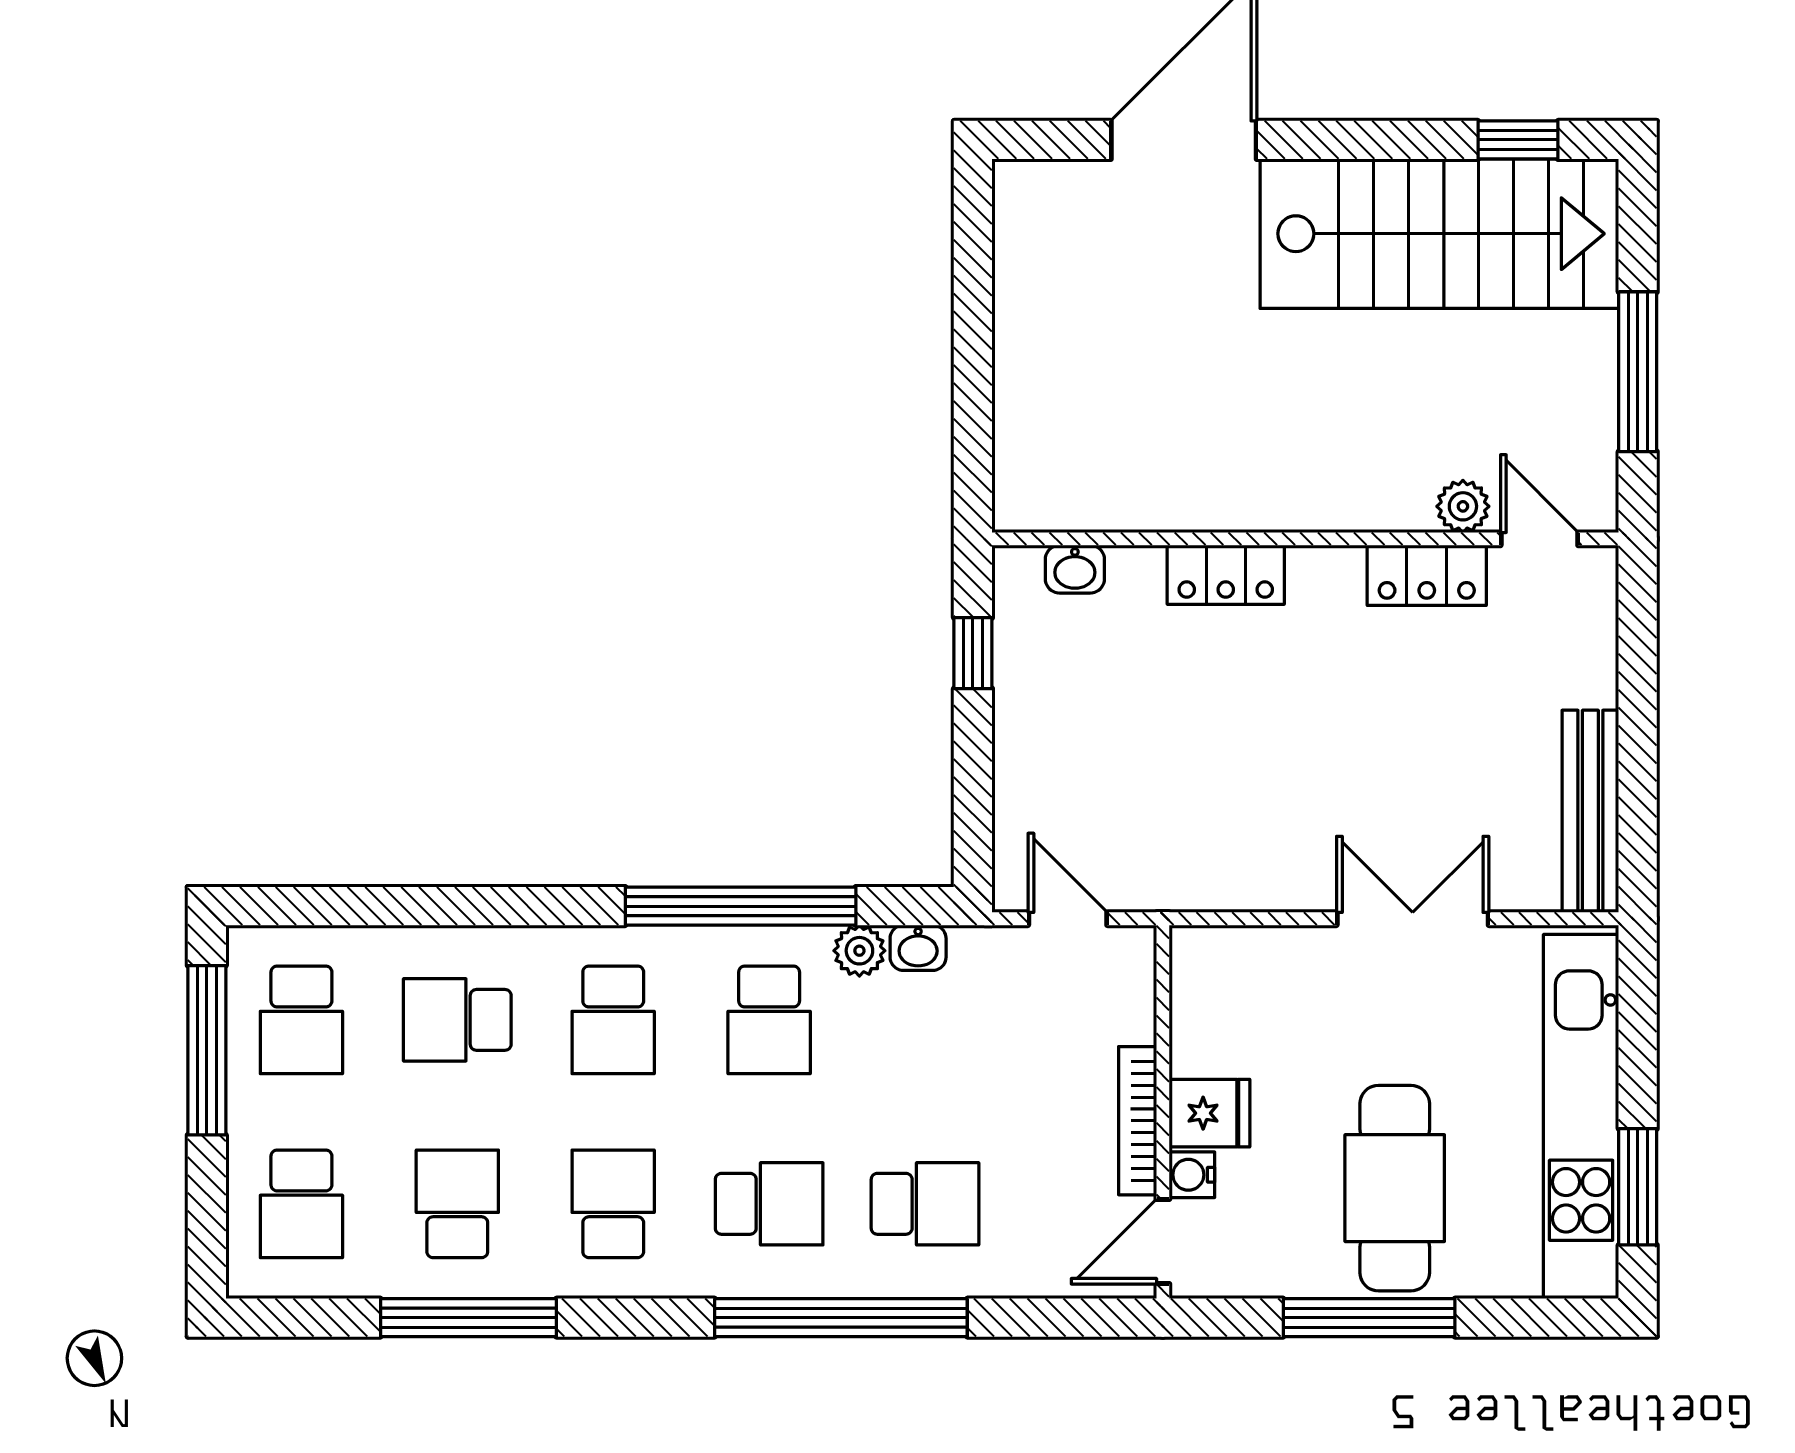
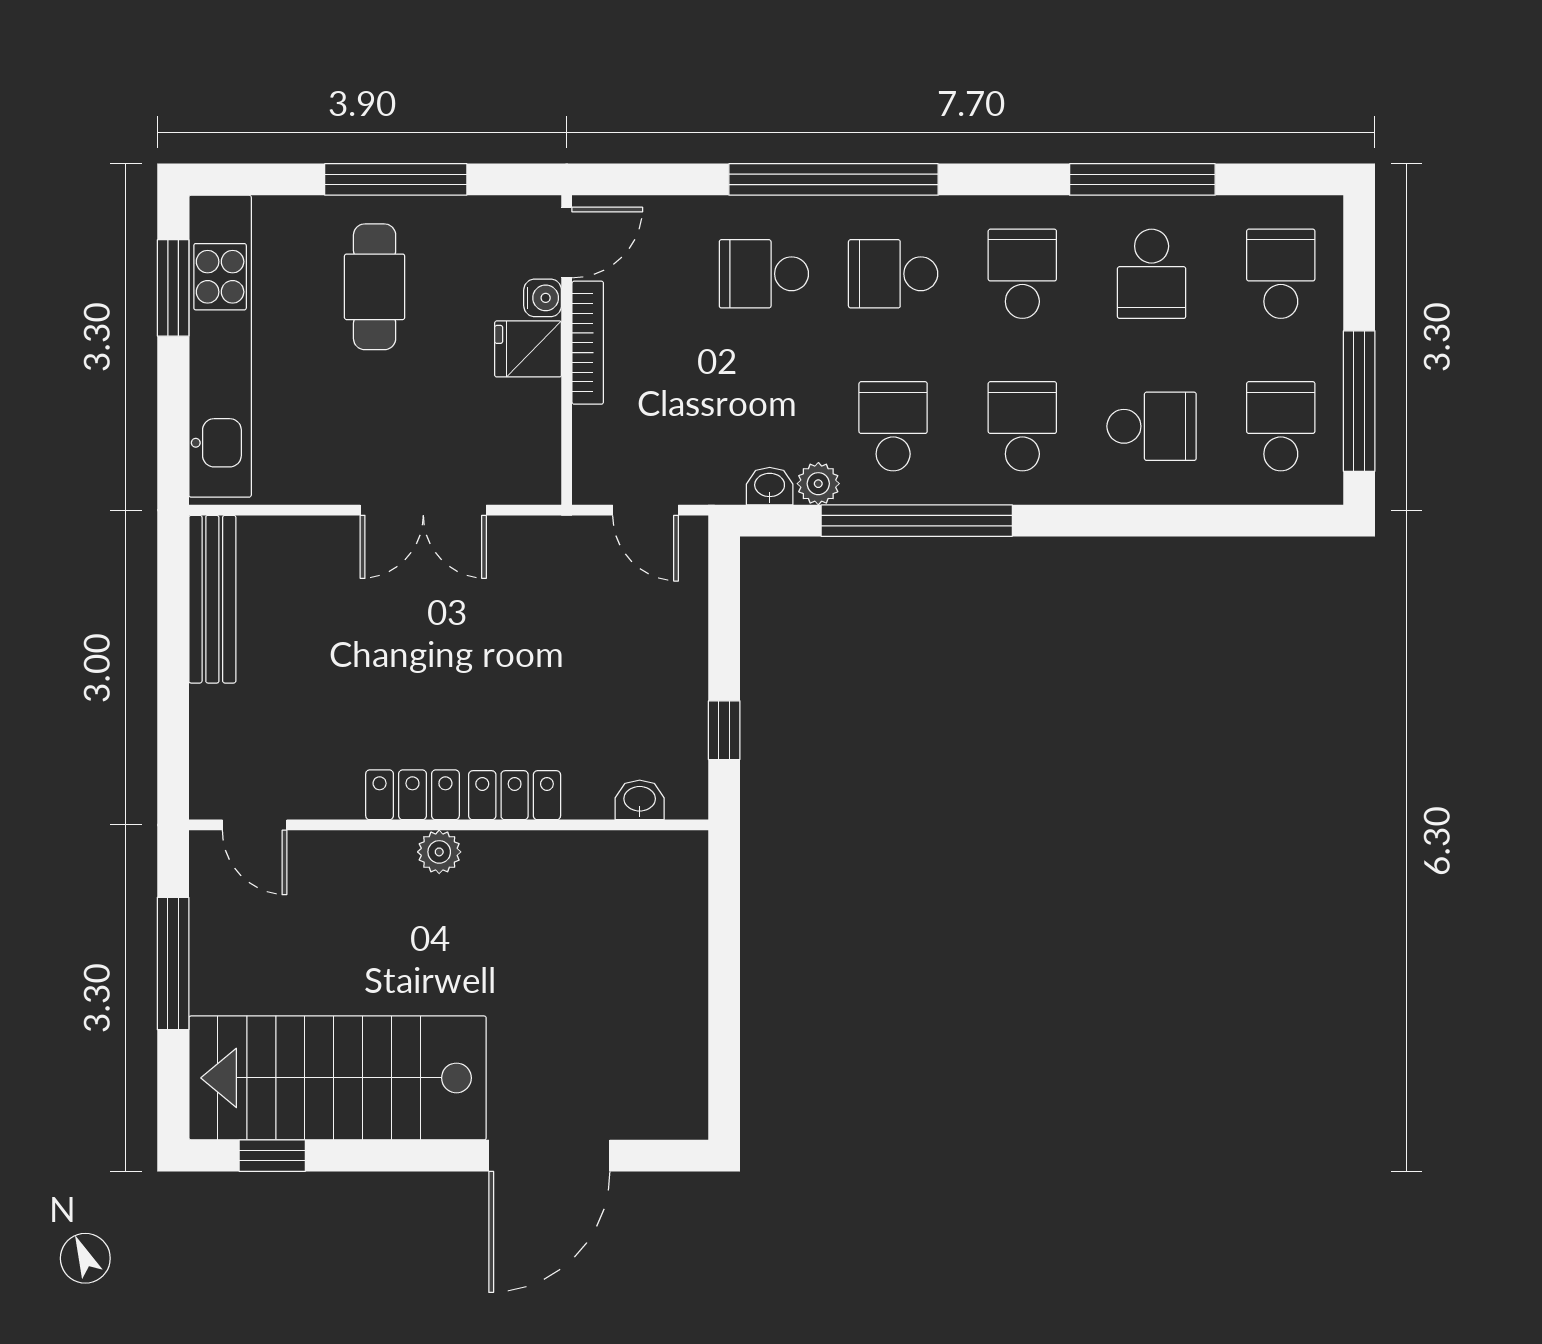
plant: (1463, 506) -> (439, 852), moved
locker: (1427, 575) -> (412, 795), moved
double door: (1413, 919) -> (423, 510), moved
cafe table: (1395, 1188) -> (375, 287), width x0.73, depth x0.74
school desk: (613, 1204) -> (1022, 274), turned 180

